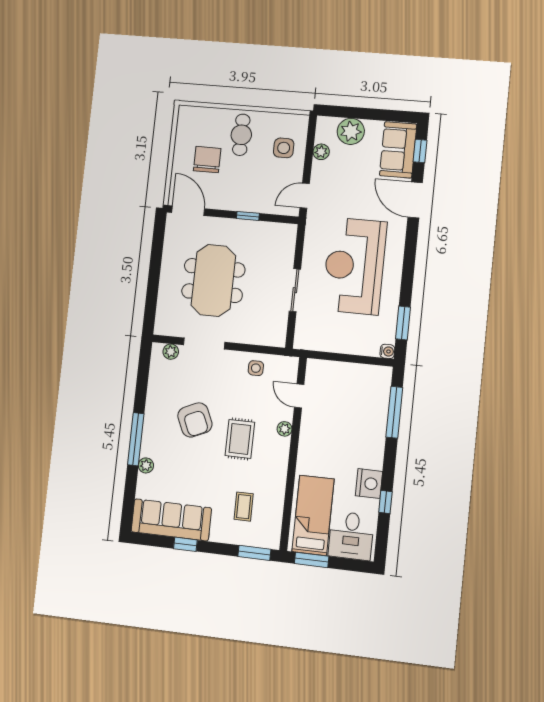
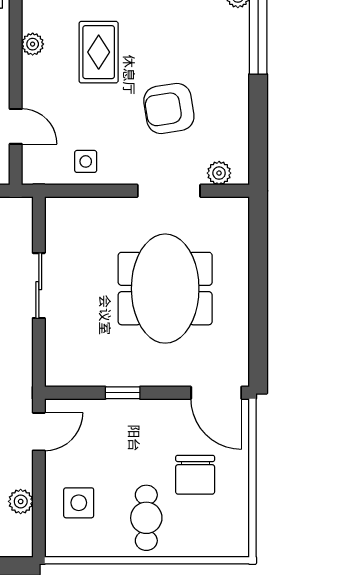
armchair: (195, 420) -> (169, 108), moved, turned -75
plant: (285, 429) -> (33, 44), moved

